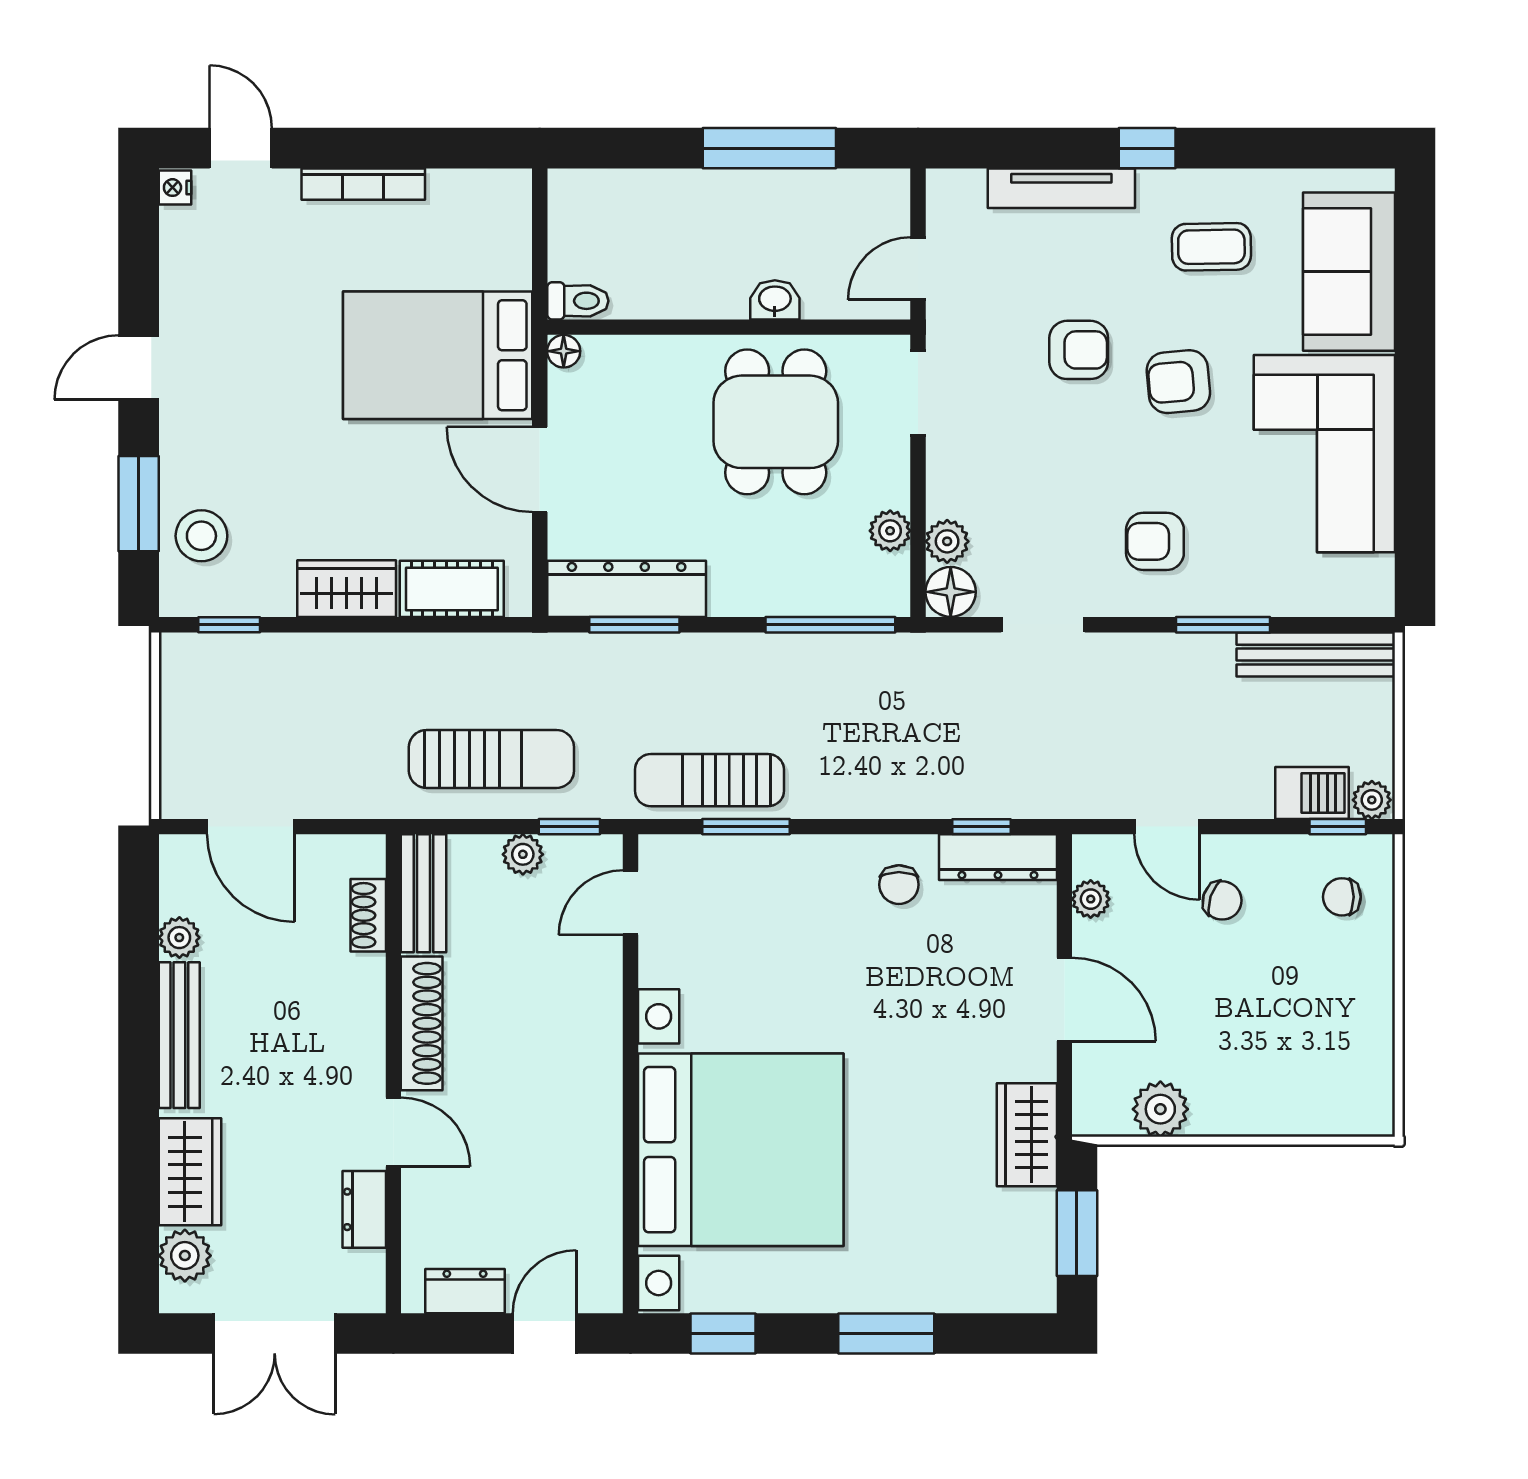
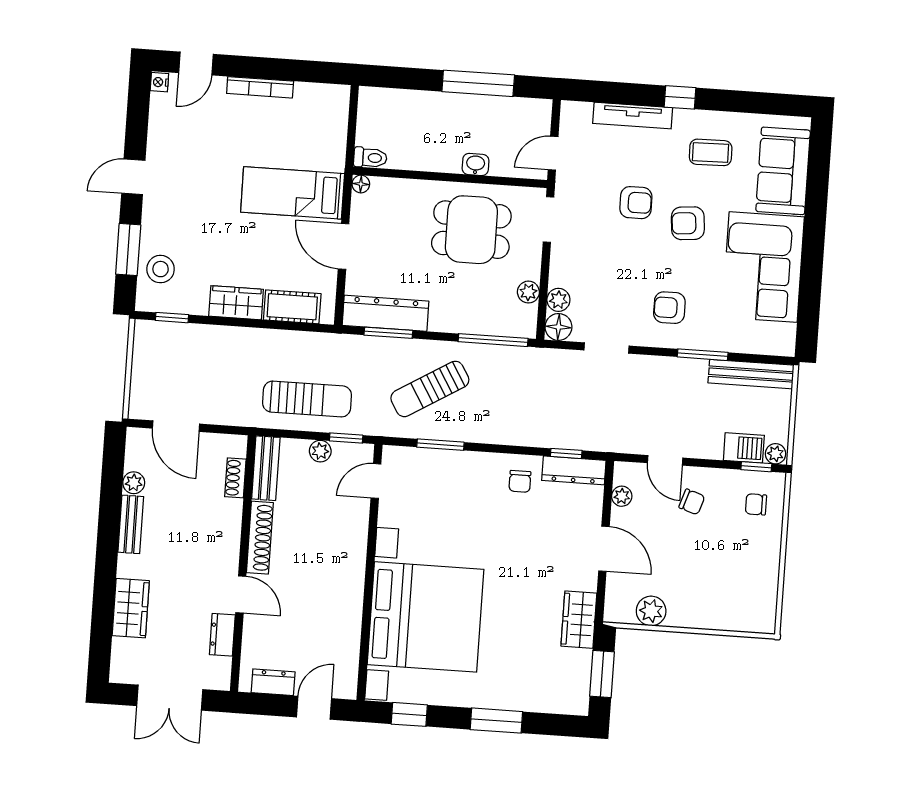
door: (241, 148) -> (196, 64), swing flipped
bed: (438, 355) -> (293, 193), width x0.67
dining table: (776, 422) -> (471, 230), turned 90
sun lounger: (709, 780) -> (430, 389), moved, turned -31
bench: (179, 1035) -> (131, 524), width x0.73
plant: (185, 1256) -> (125, 653), removed

